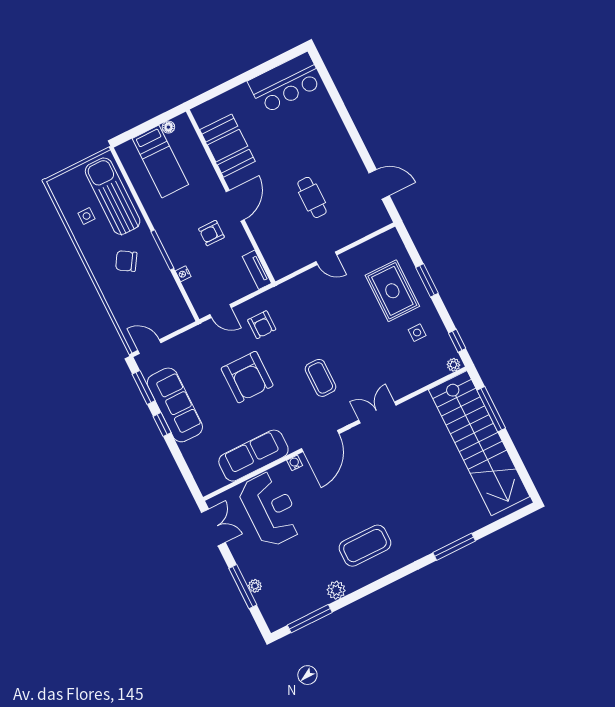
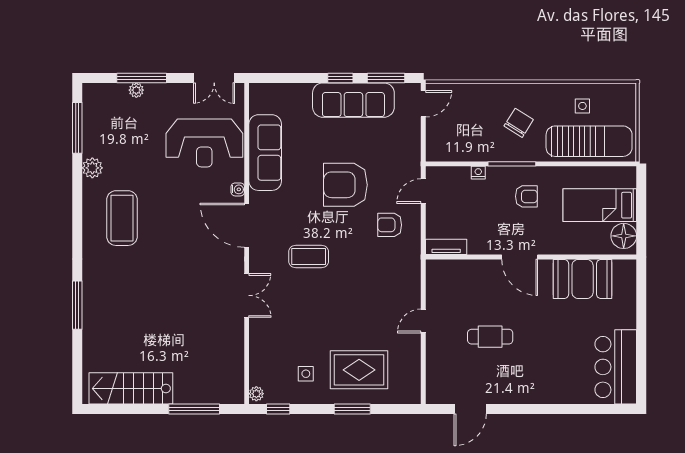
floor lamp: (168, 127) -> (624, 236), width x1.89, depth x1.89
armchair: (211, 233) -> (526, 196), moved, turned 90
stairs: (479, 443) -> (131, 388), width x0.54, depth x0.66

